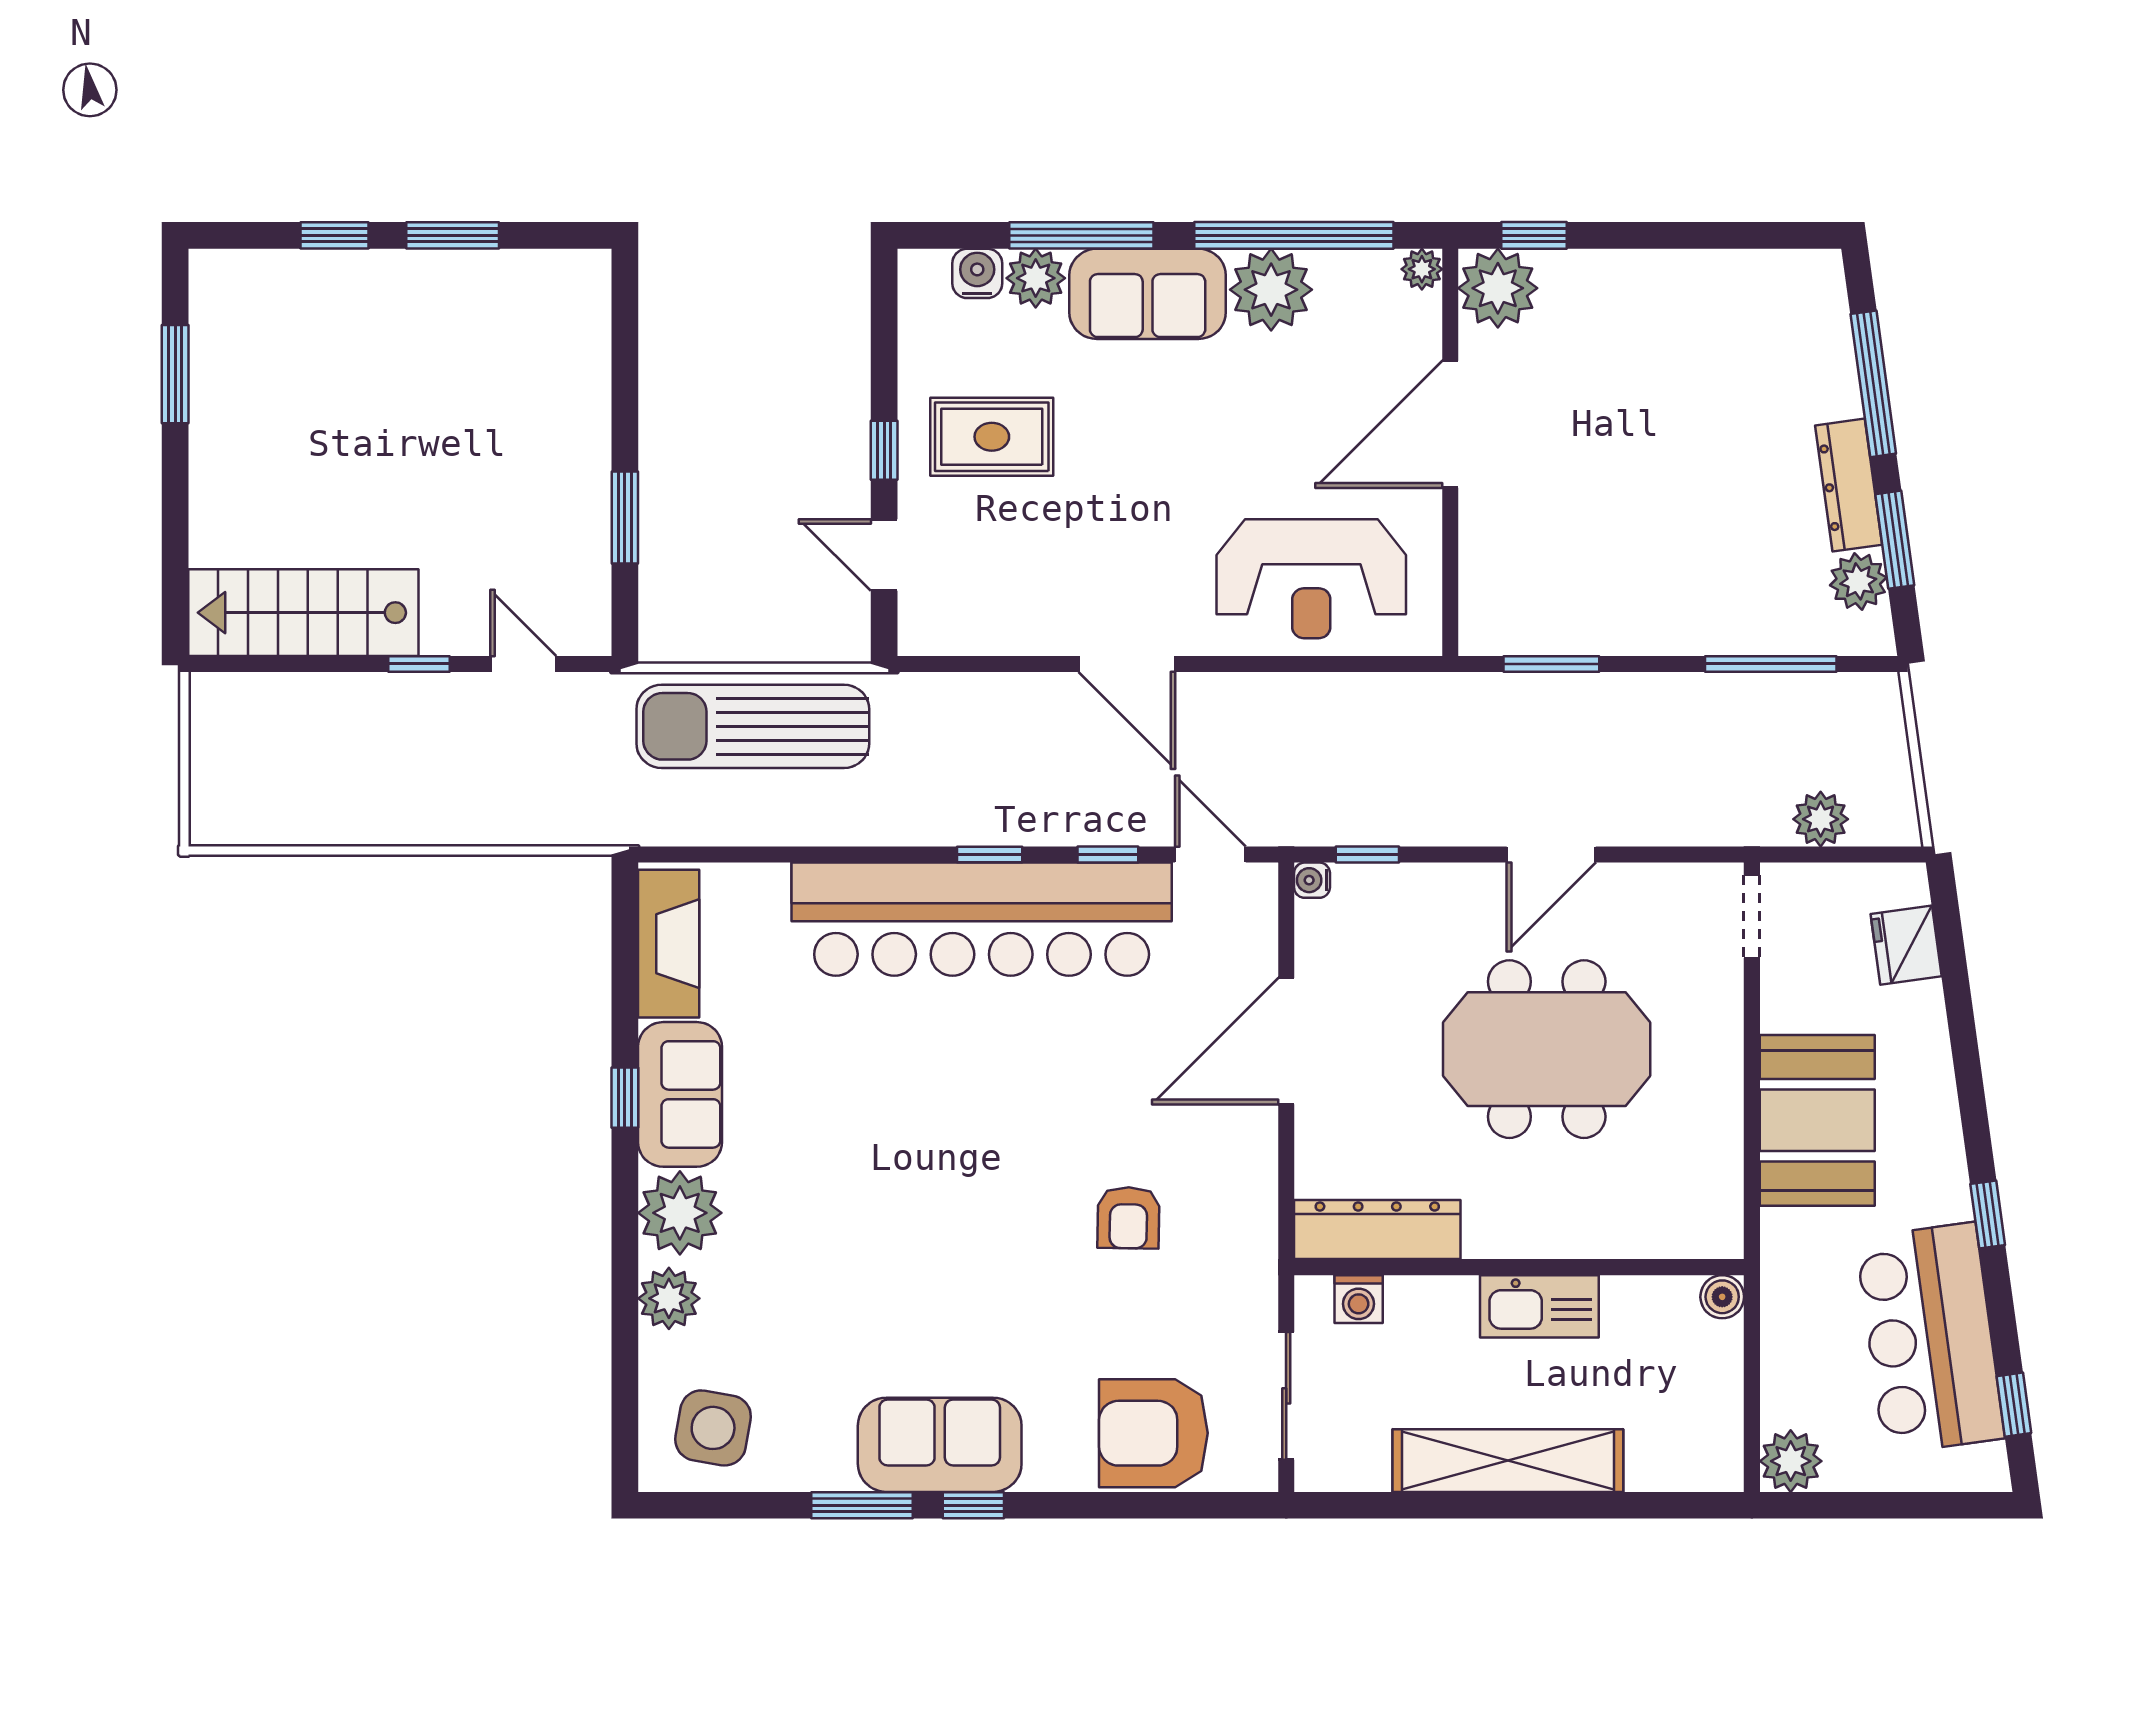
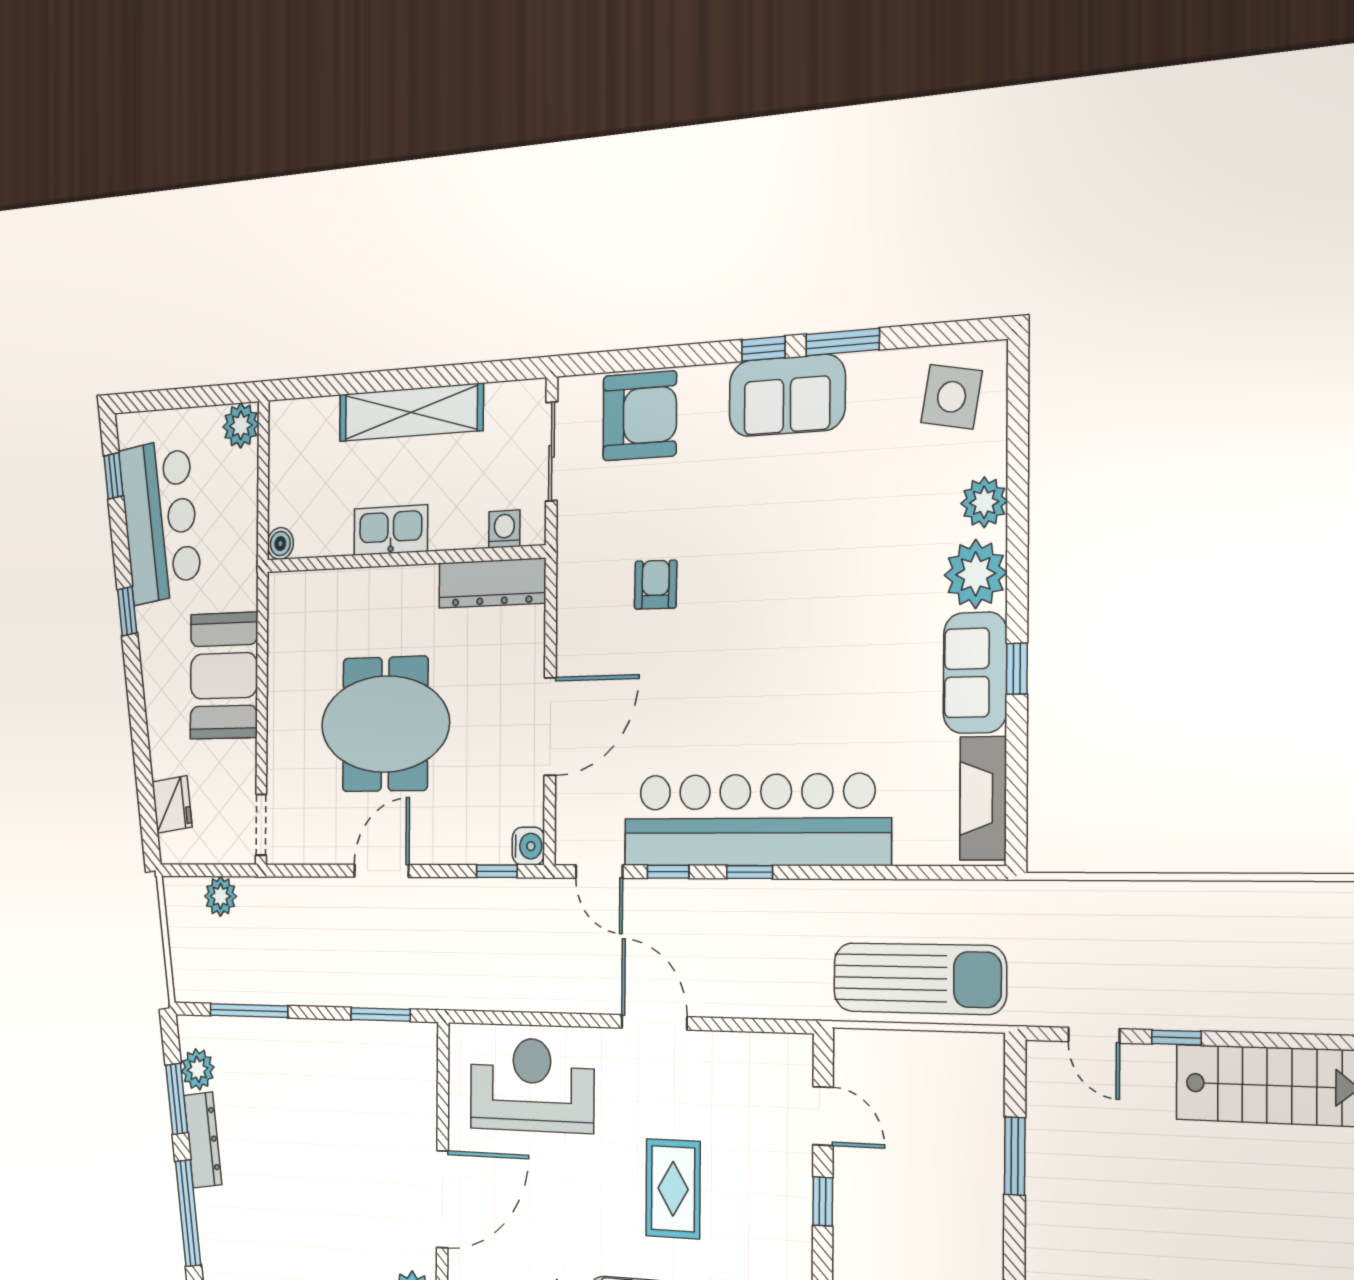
rug: (992, 437) -> (673, 1189), moved, turned 90
water cooler: (1312, 880) -> (528, 846), width x1.38, depth x1.38

